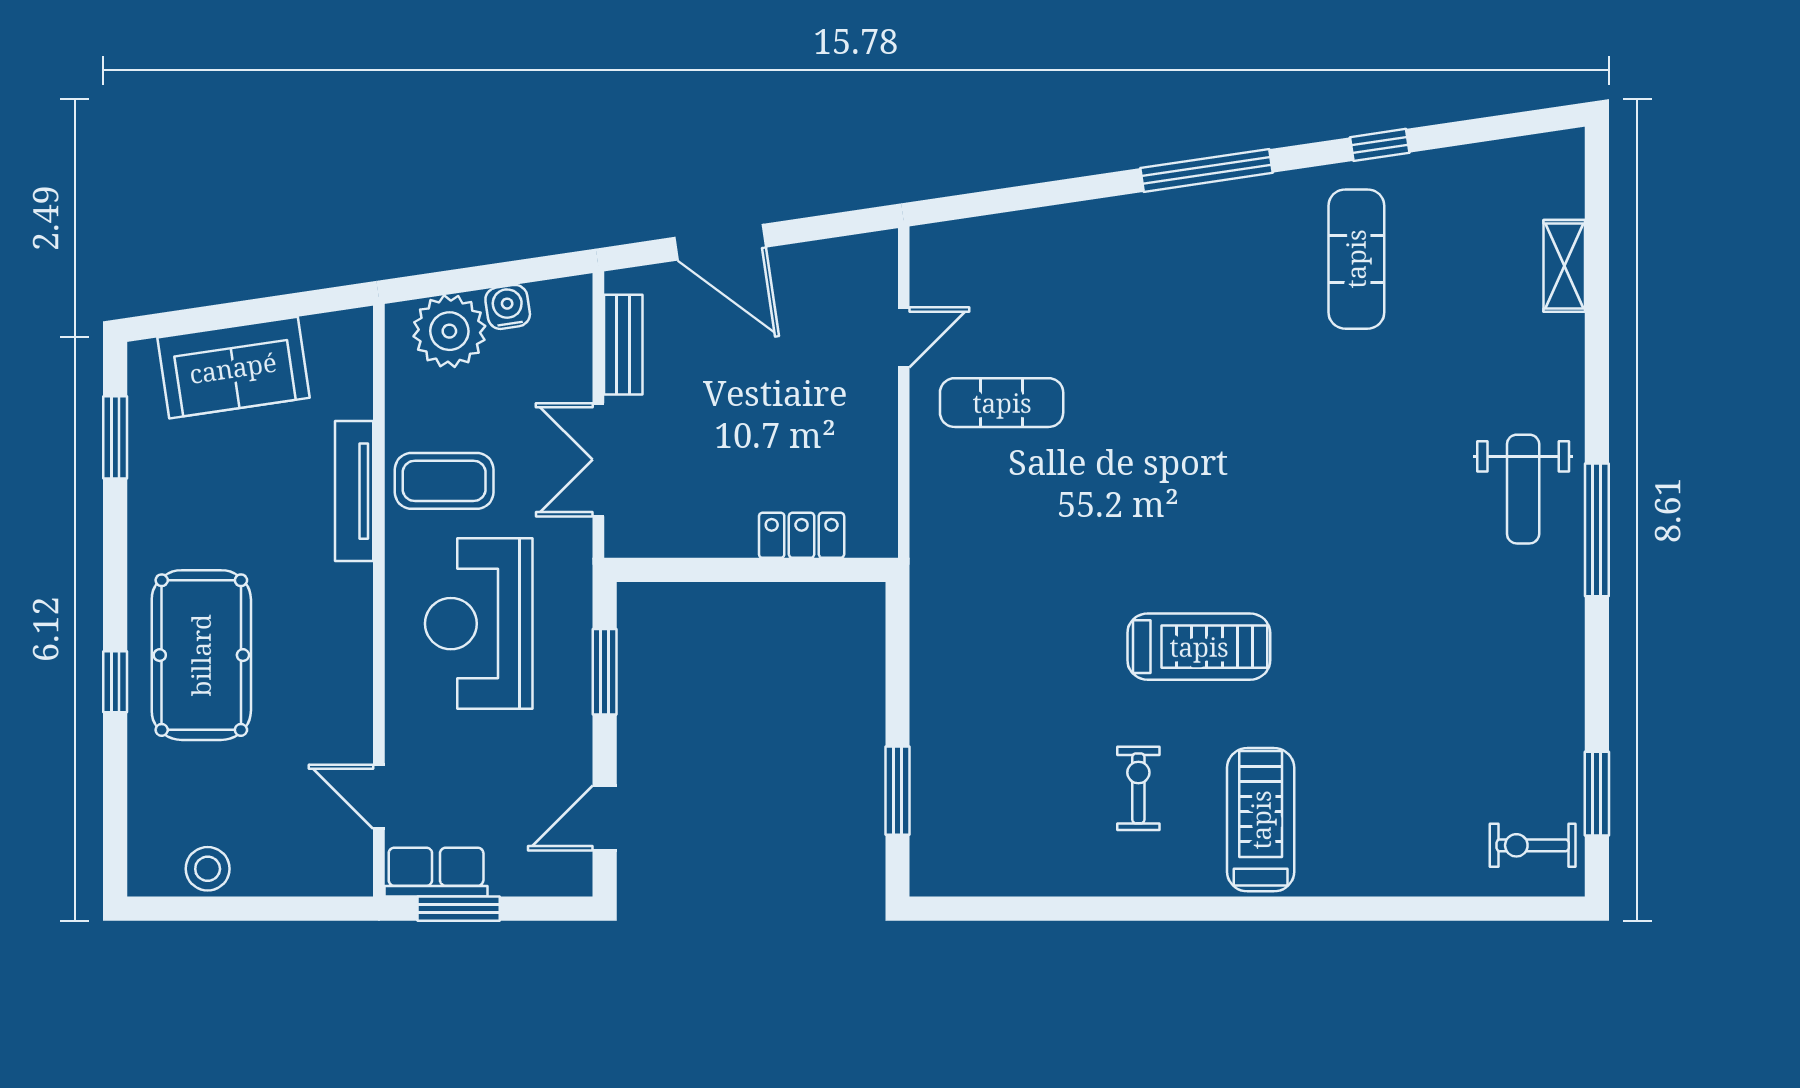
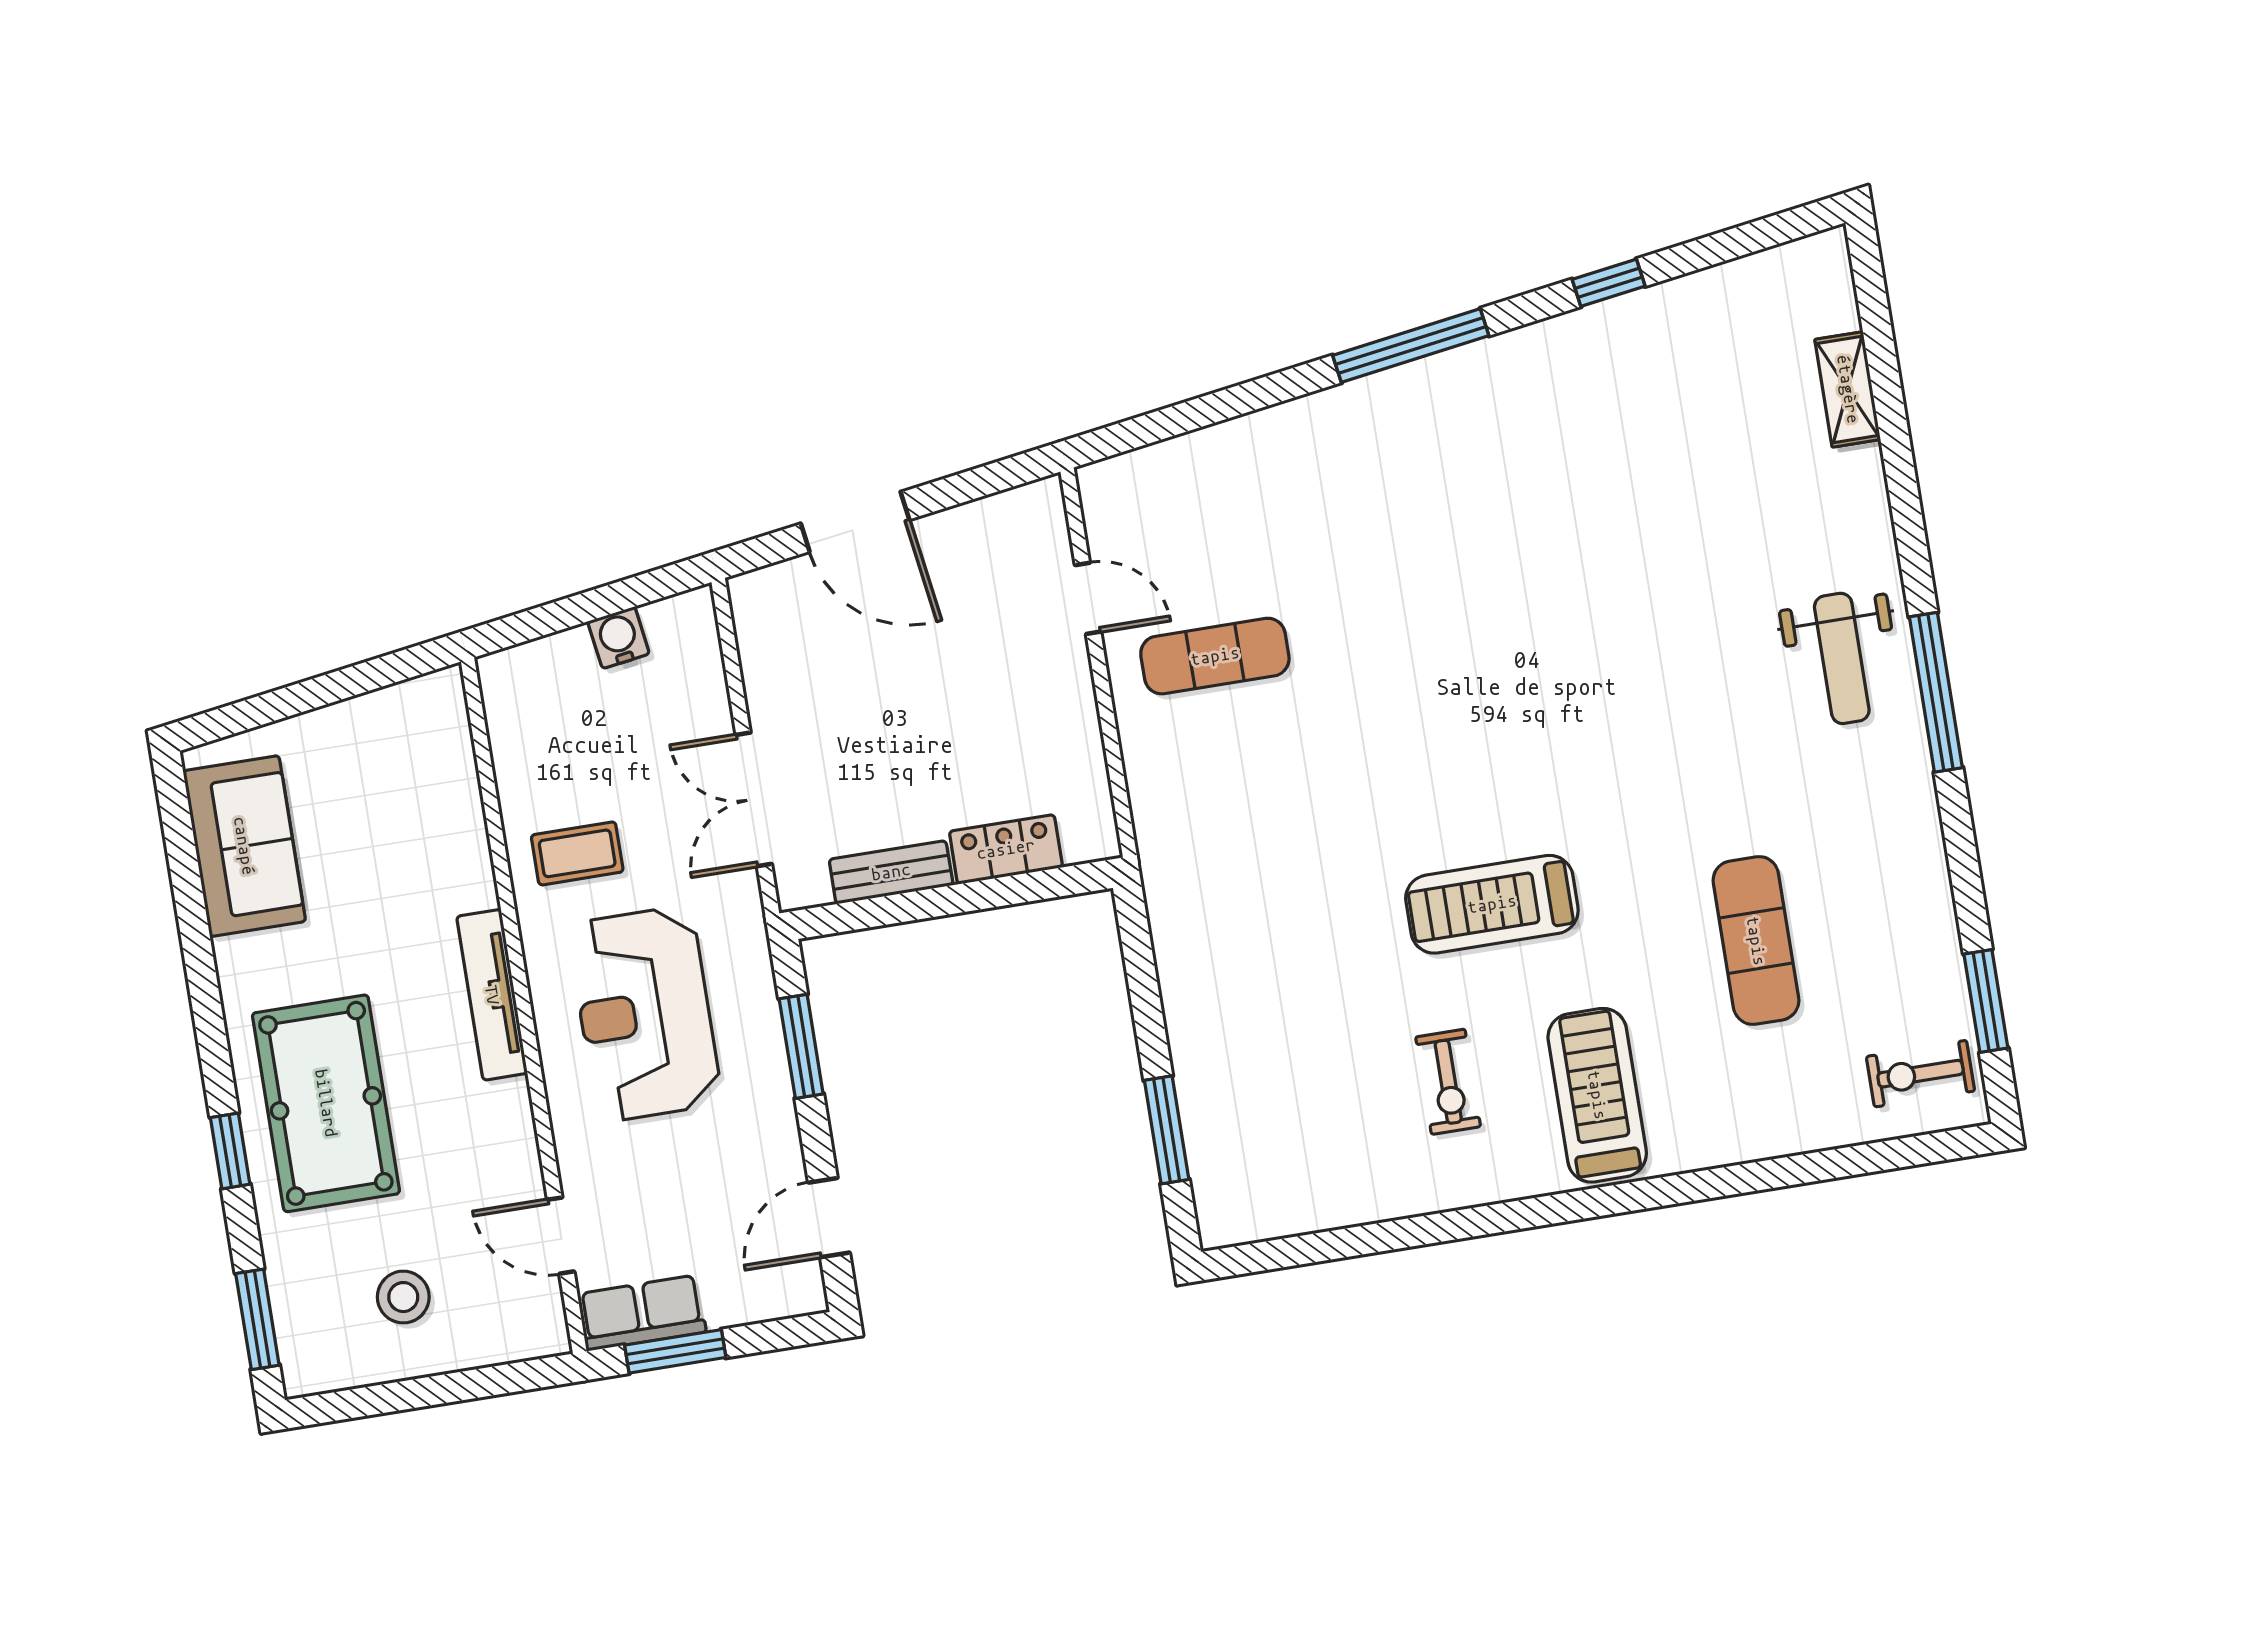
exercise mat: (1356, 259) -> (1756, 941), moved
plant: (449, 331) -> (555, 677), removed
door: (904, 337) -> (1088, 598), hinge flipped
bench: (623, 345) -> (891, 872), moved, turned 90
sofa: (233, 368) -> (244, 846), moved, turned -82
window: (115, 437) -> (257, 1319), moved
coffee table: (444, 481) -> (577, 853), width x0.73, depth x0.77
tv unit: (354, 491) -> (492, 995), moved
treadmill: (1199, 647) -> (1492, 904), turned 180
exercise bike: (1138, 788) -> (1448, 1082), turned 180
stool: (208, 869) -> (403, 1297), moved

